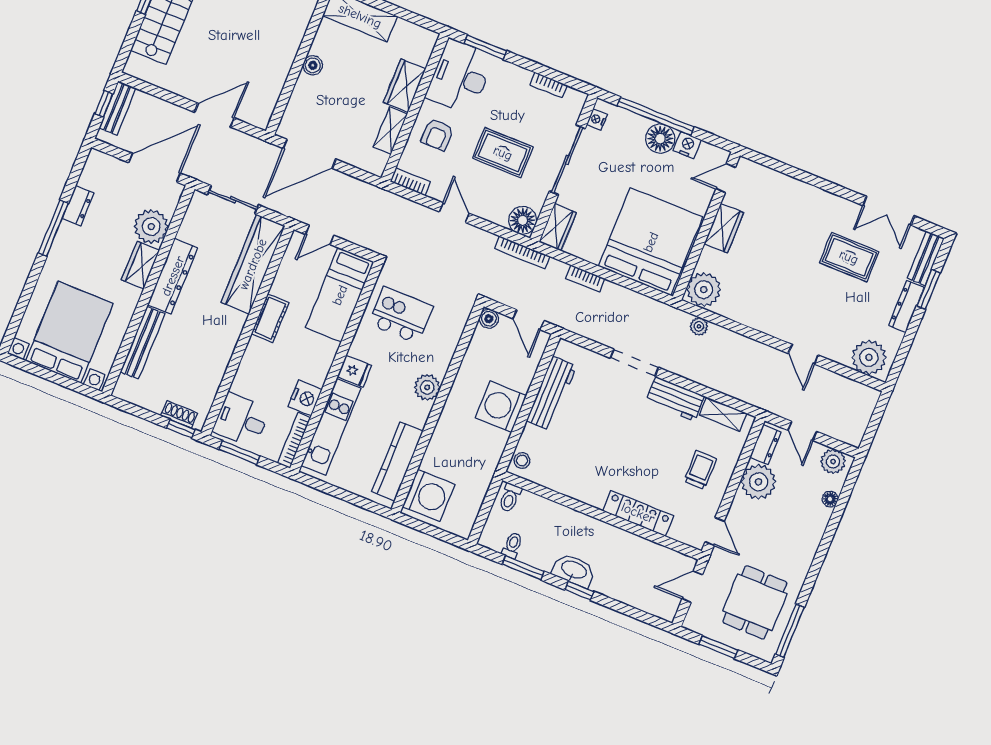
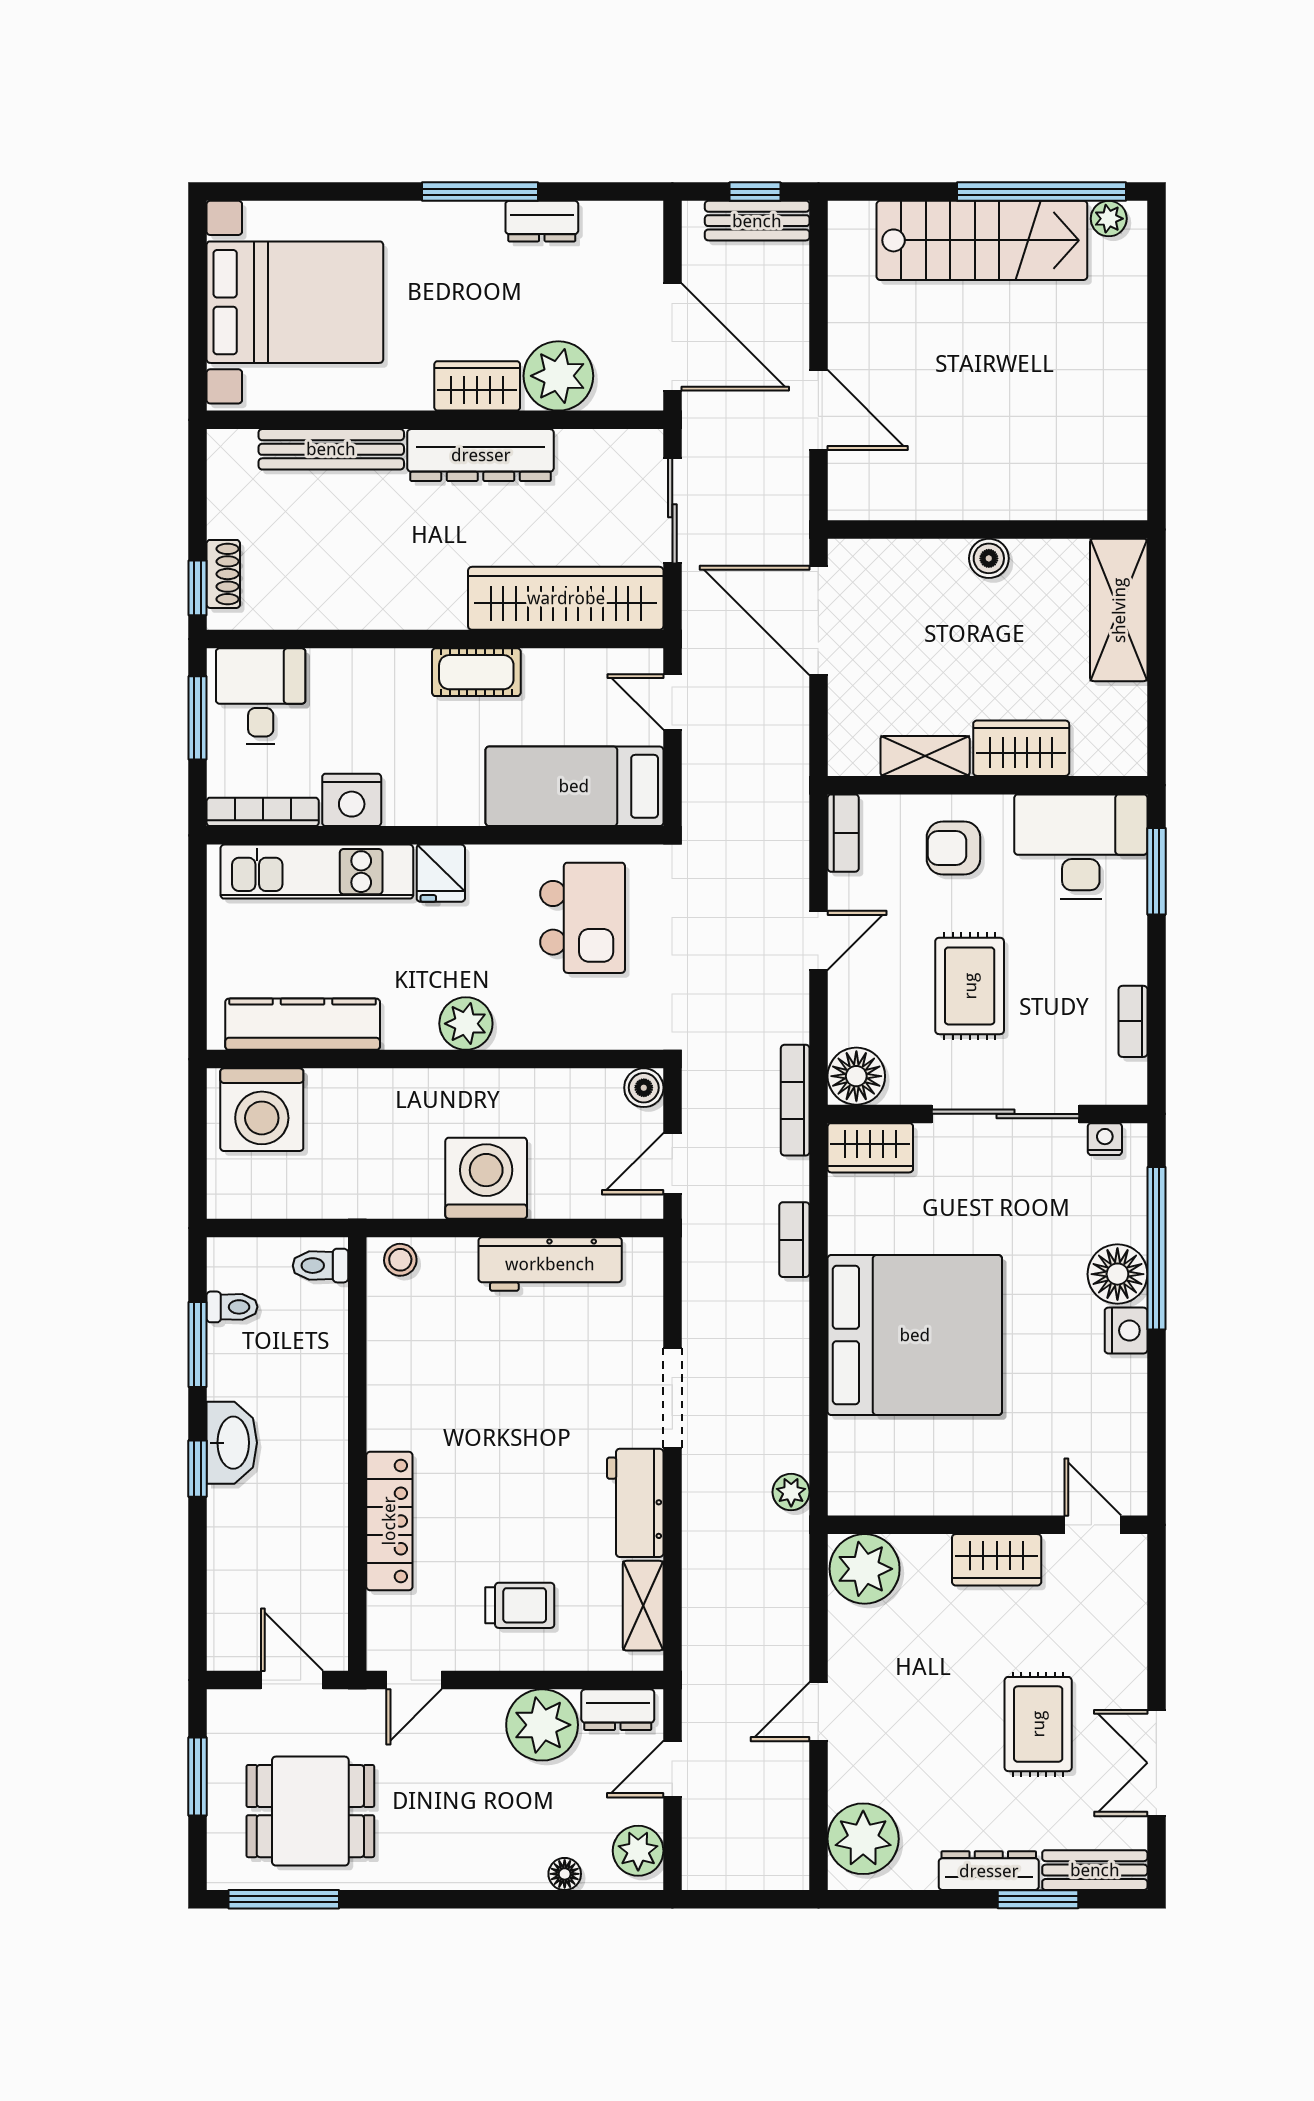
door: (726, 178) -> (1093, 1525), moved
wall: (706, 226) -> (987, 1525), moved
wardrobe: (724, 228) -> (997, 1560), moved
plant: (704, 290) -> (865, 1569), moved

